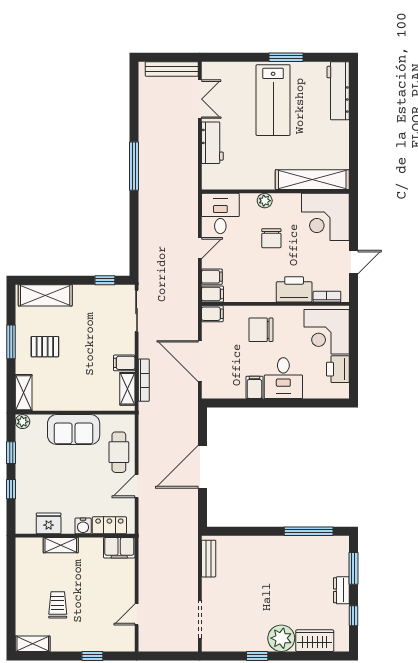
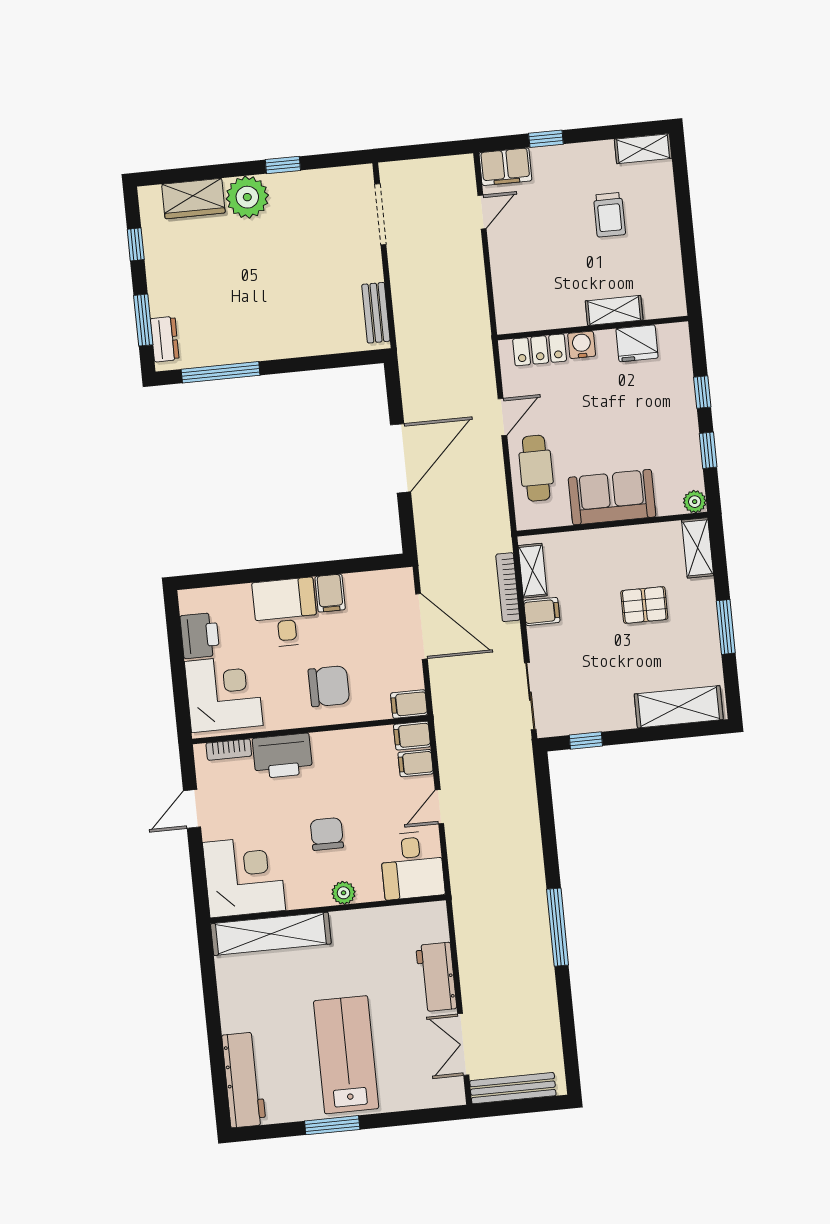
pallet: (45, 347) -> (644, 605), moved
filing cabinet: (119, 548) -> (505, 167), moved, turned 180
dresser: (341, 590) -> (165, 339), moved

